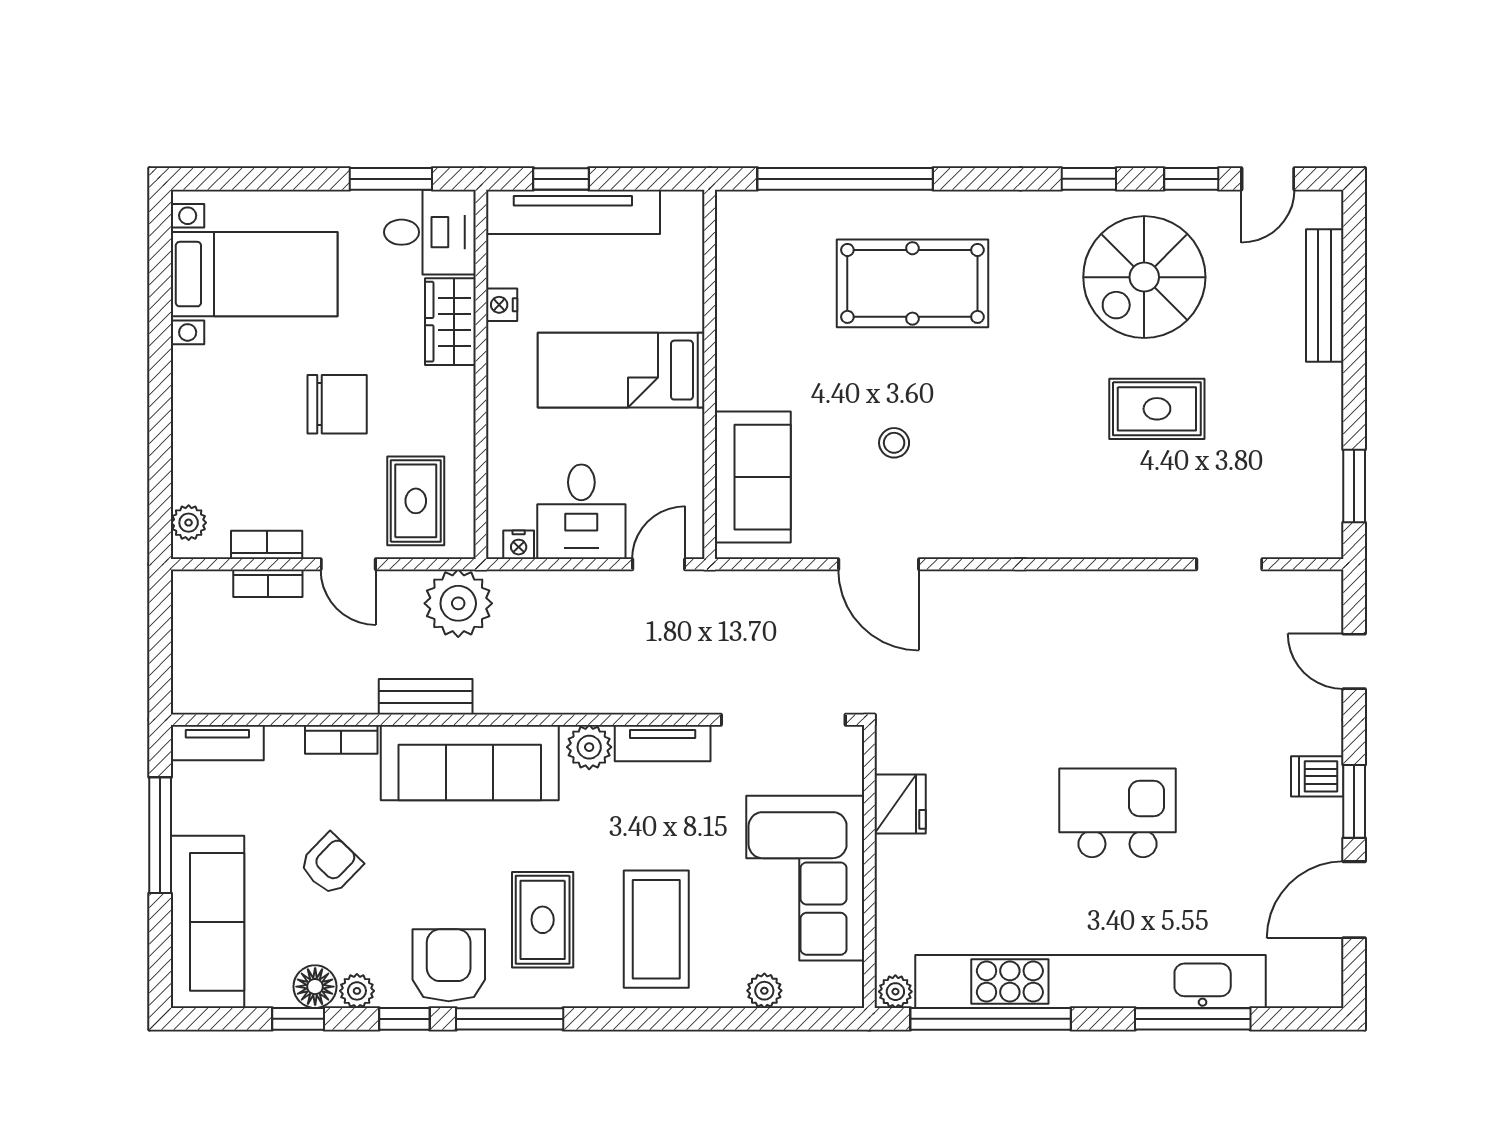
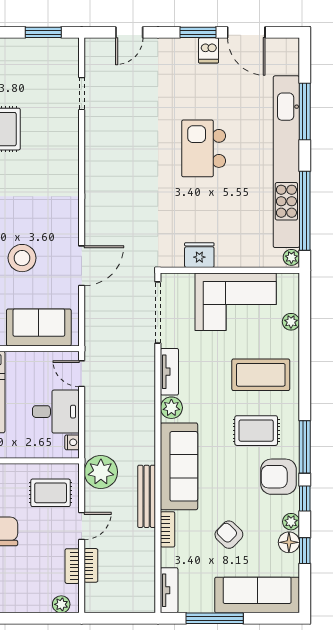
stool: (894, 443) -> (22, 258), width x1.89, depth x1.89
bench: (426, 697) -> (147, 496), width x1.36
dishwasher: (1317, 776) -> (209, 50), moved

